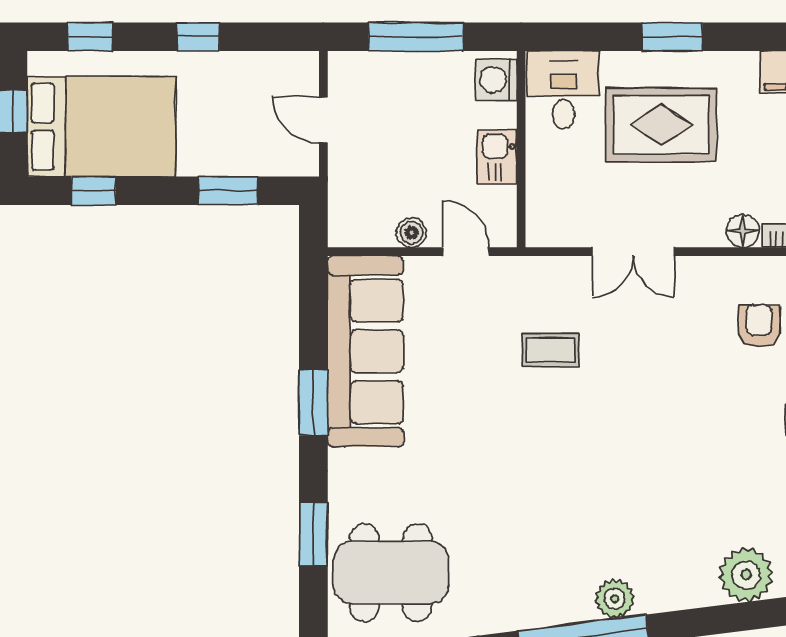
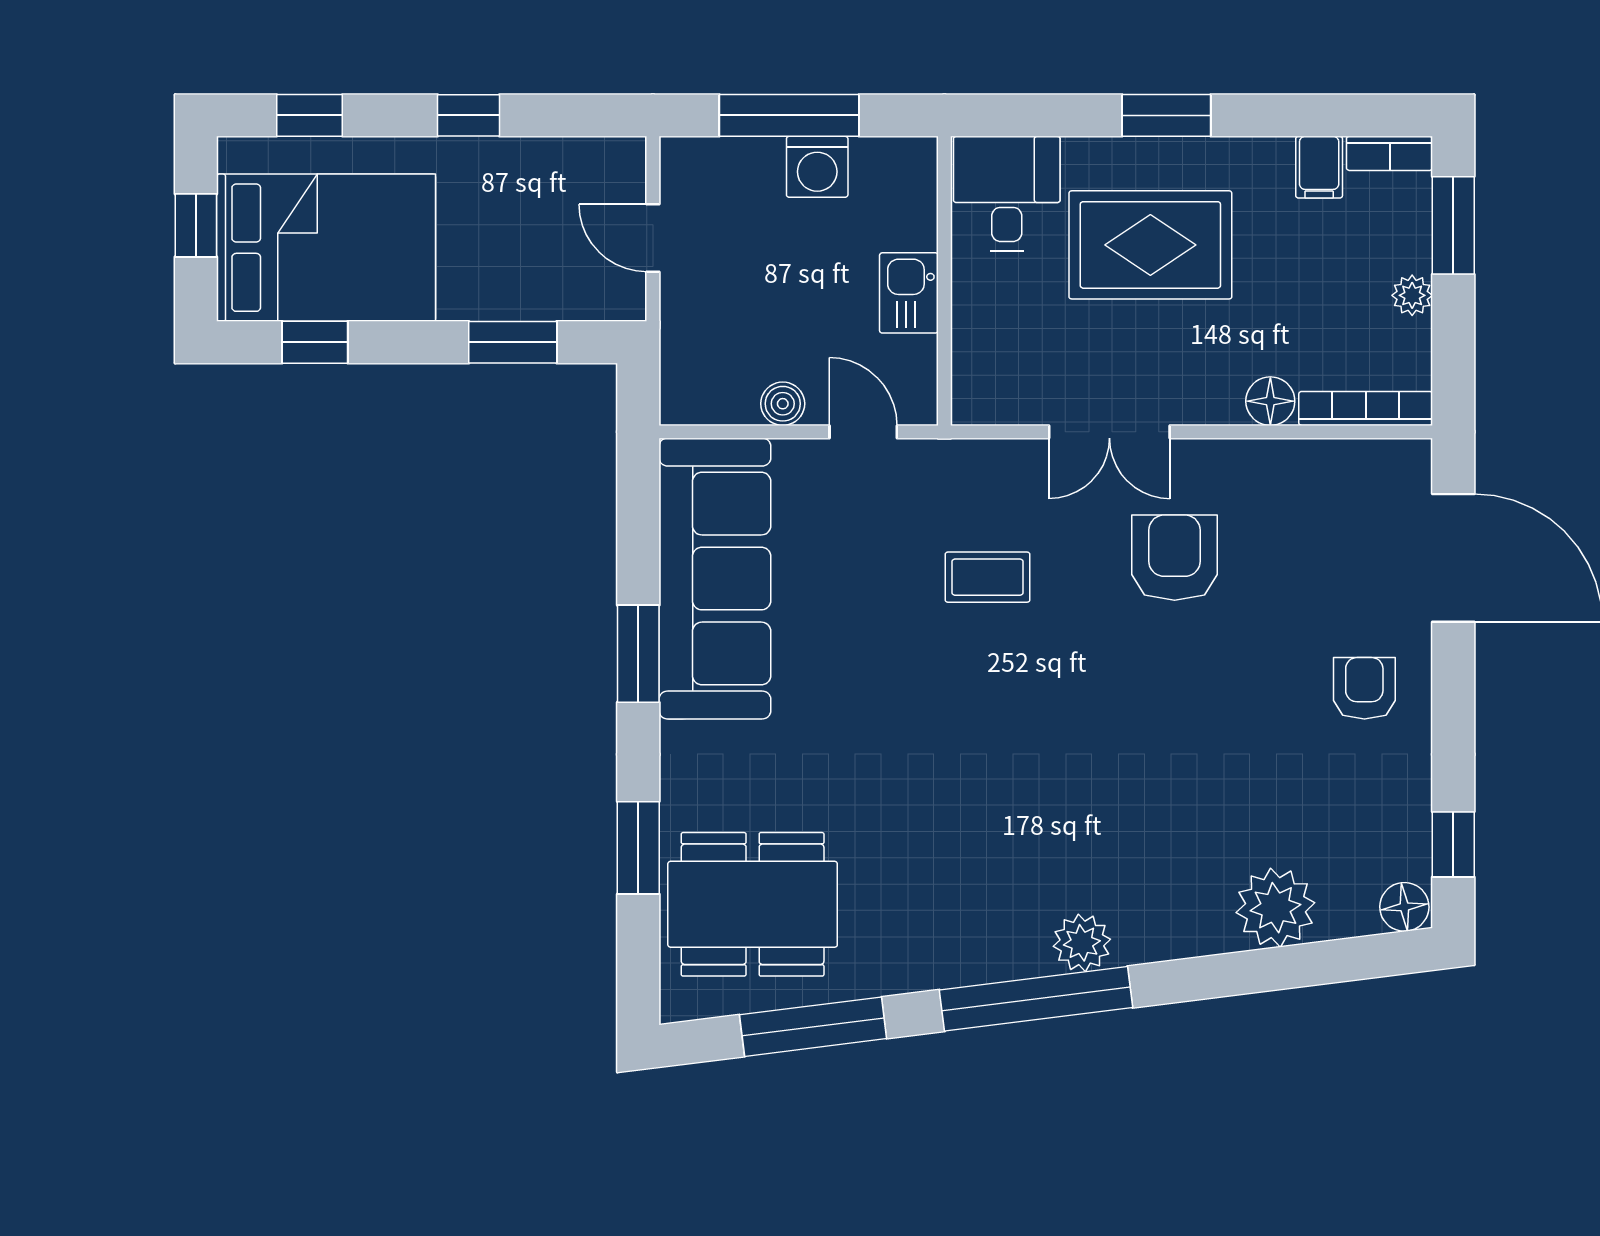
washing machine: (496, 80) -> (817, 167), moved, turned -90
armchair: (759, 326) -> (1175, 558), moved, width x1.38, depth x1.38

